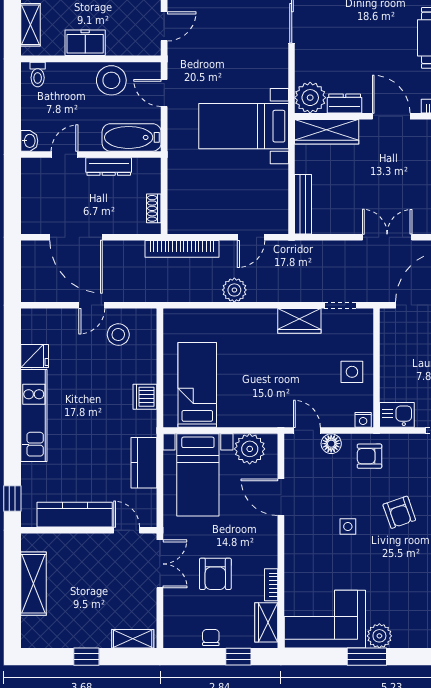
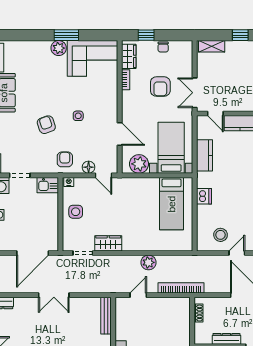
armchair: (369, 456) -> (65, 159), turned -90
armchair: (215, 574) -> (160, 86), turned 180

